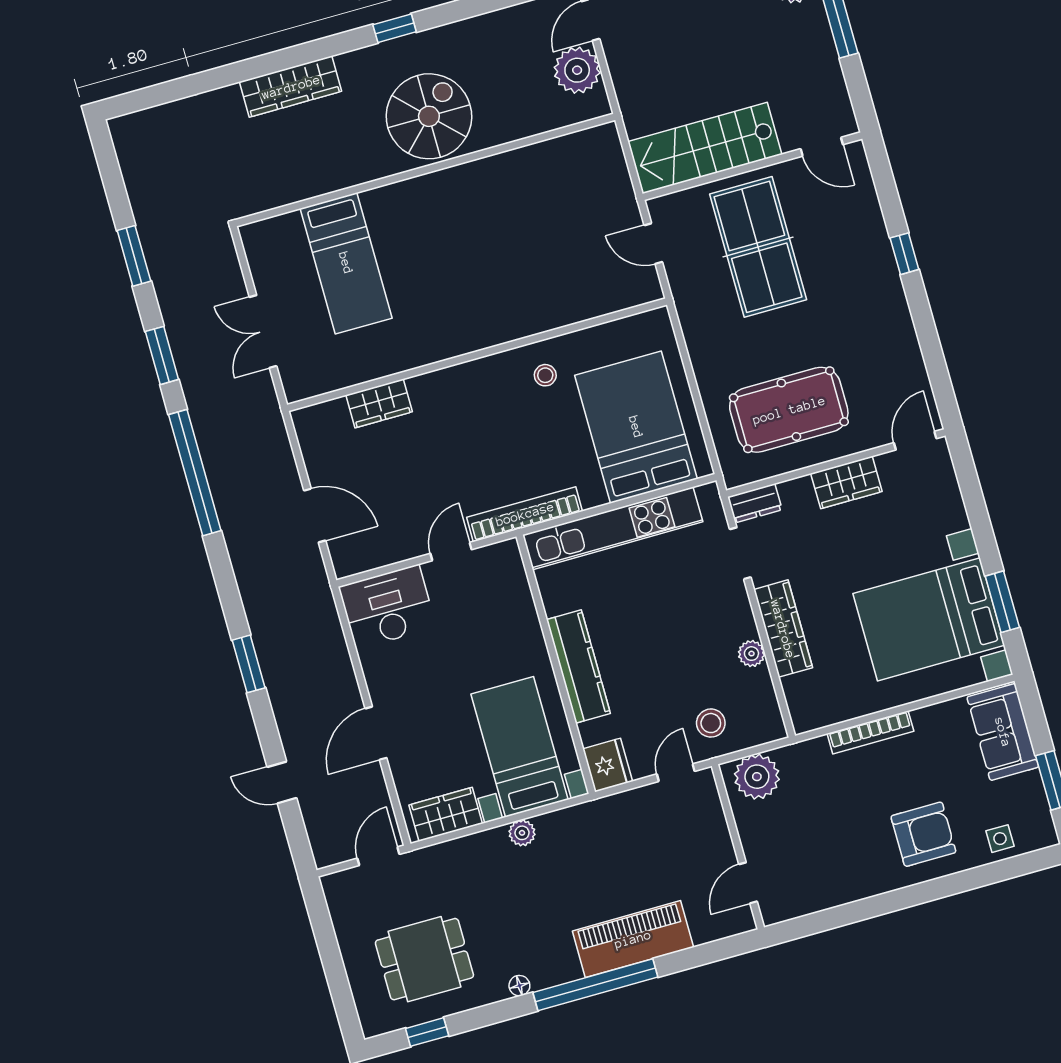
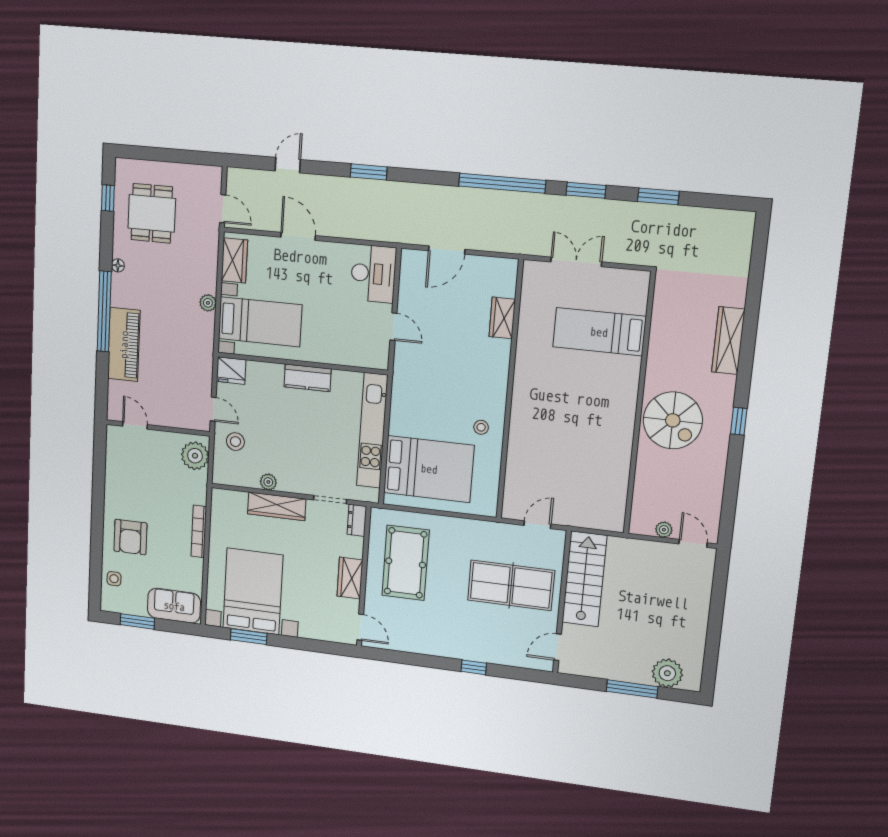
plant: (577, 70) -> (664, 530), width x0.53, depth x0.53
bookcase: (525, 514) -> (400, 381), removed
kitchen counter: (578, 666) -> (308, 378), width x0.67

